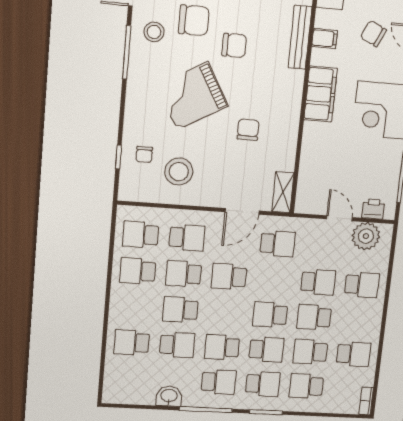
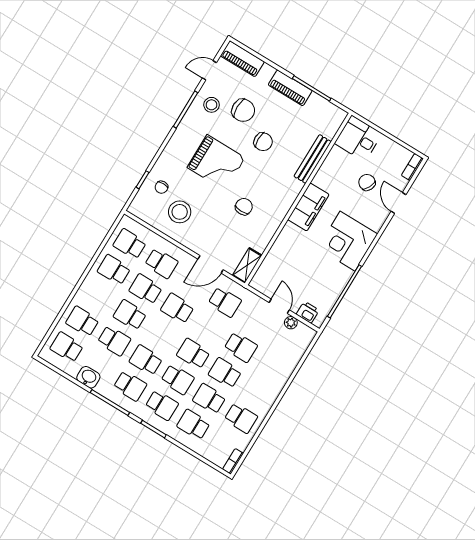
filing cabinet: (325, 39) -> (330, 169), removed
grand piano: (192, 96) -> (216, 163), turned -150
plant: (366, 236) -> (291, 323), width x0.53, depth x0.53
school desk: (362, 285) -> (67, 347), moved, turned 180

